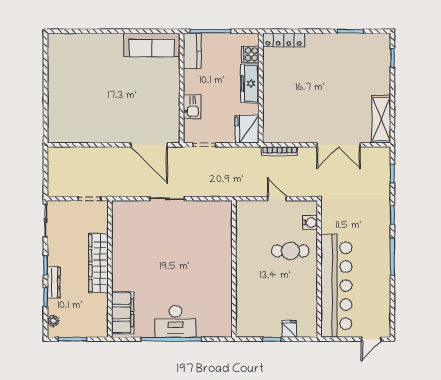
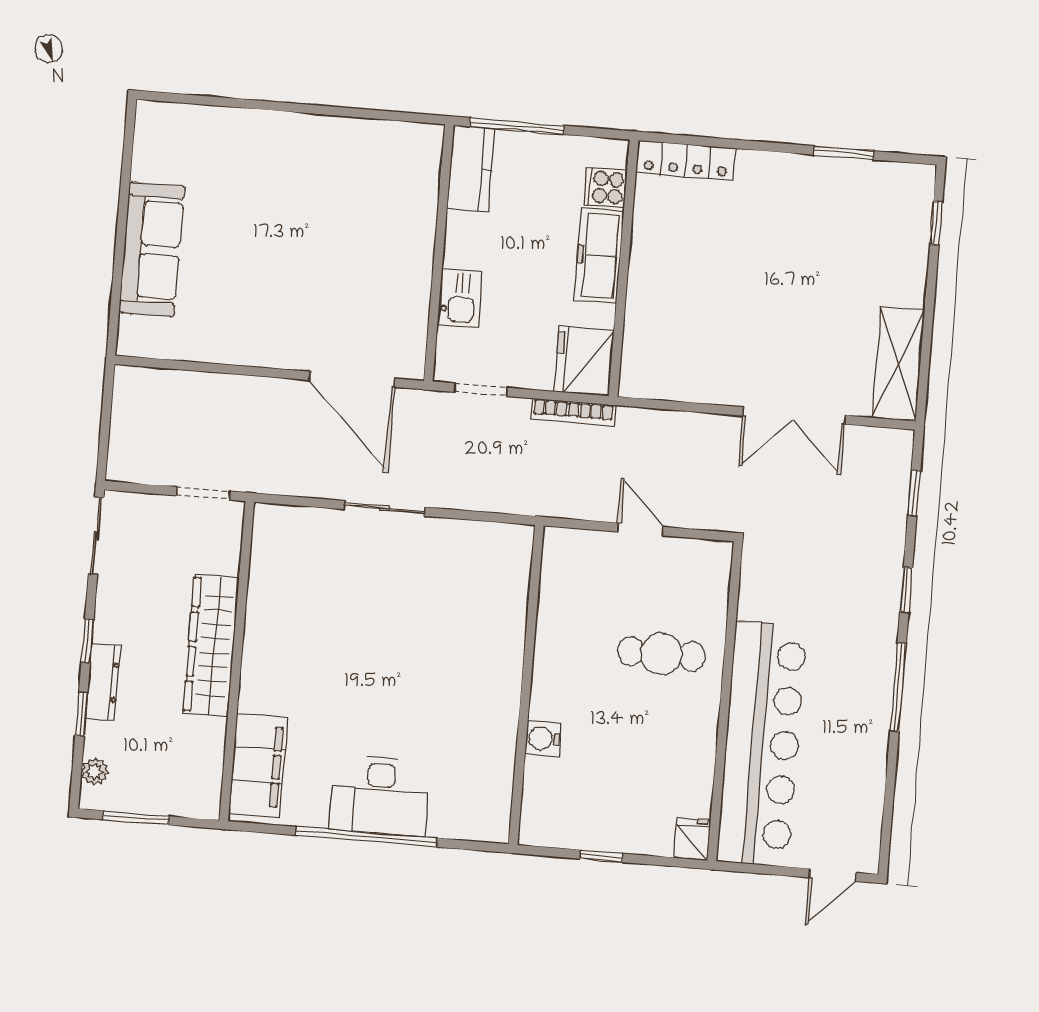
sofa: (152, 45) -> (152, 249), moved, turned -90
bookcase: (280, 151) -> (573, 412), moved
water cooler: (310, 223) -> (543, 739), moved, turned 180
fridge: (289, 329) -> (692, 839), moved

